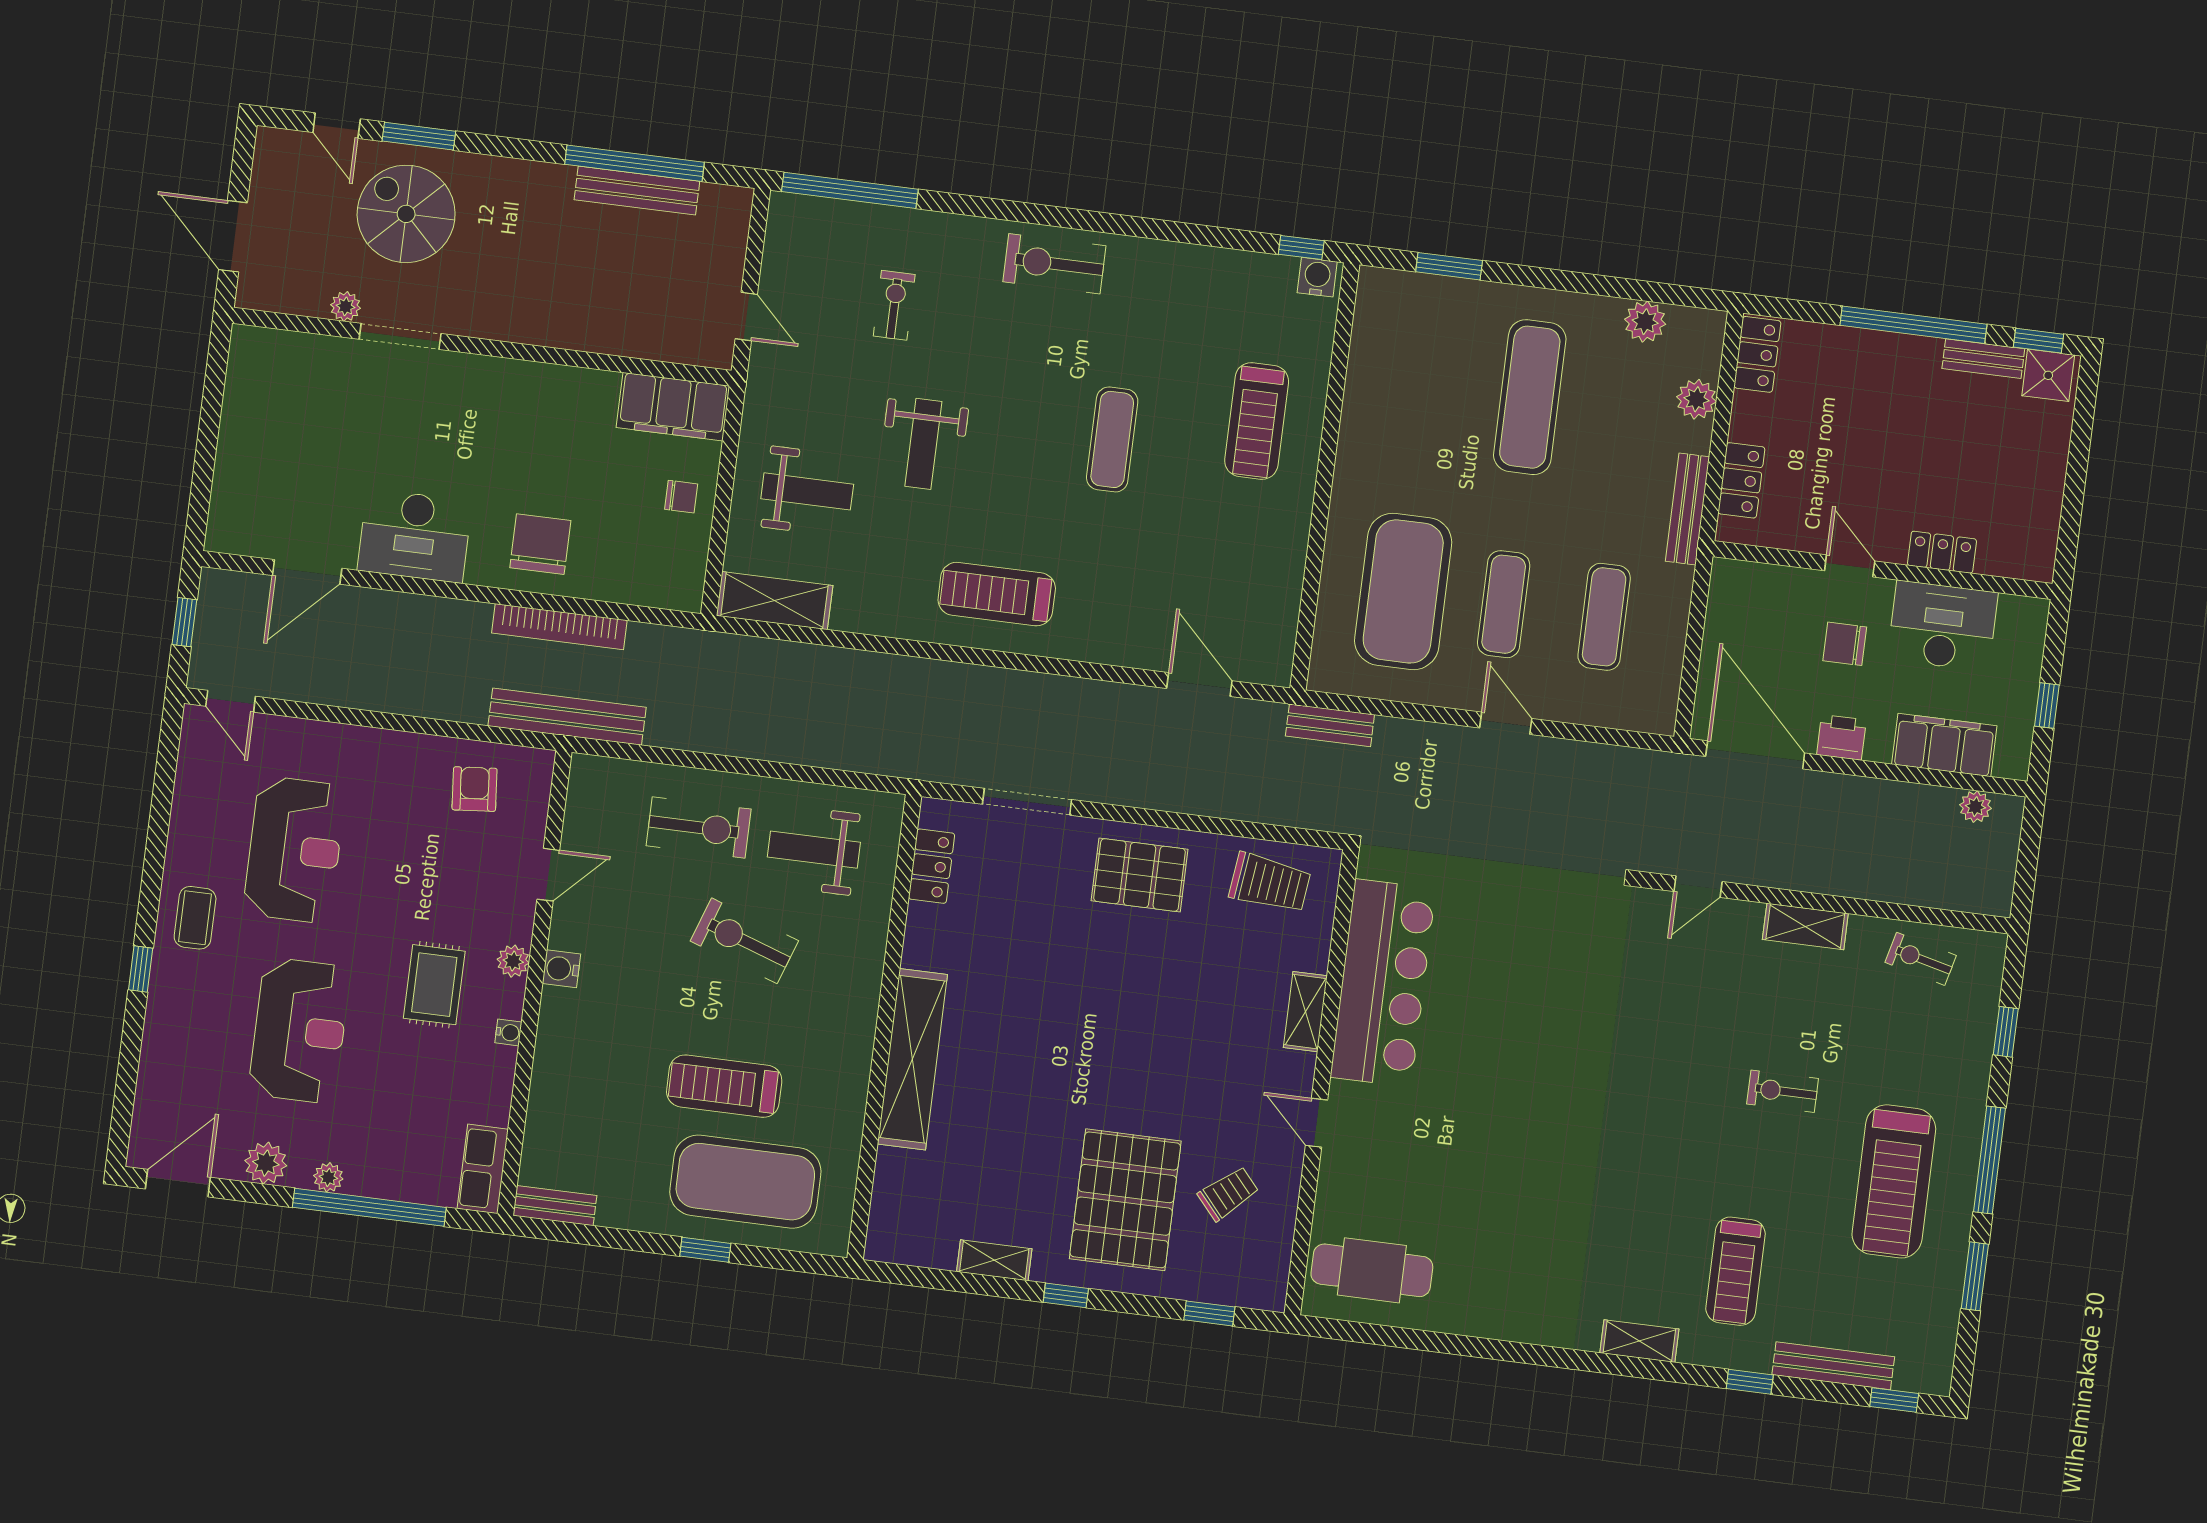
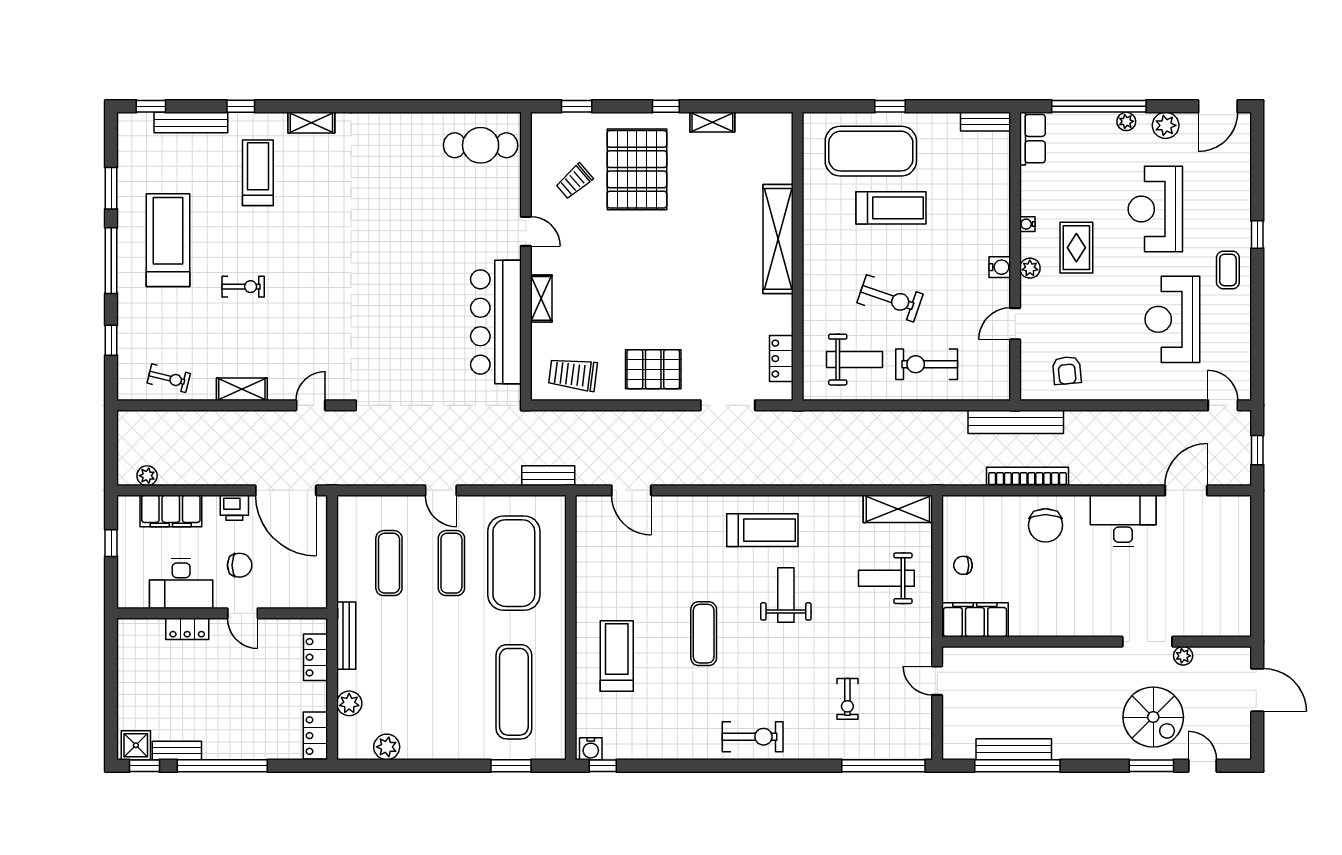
exercise mat: (1530, 397) -> (514, 692), moved
weight bench: (923, 444) -> (786, 595), moved

